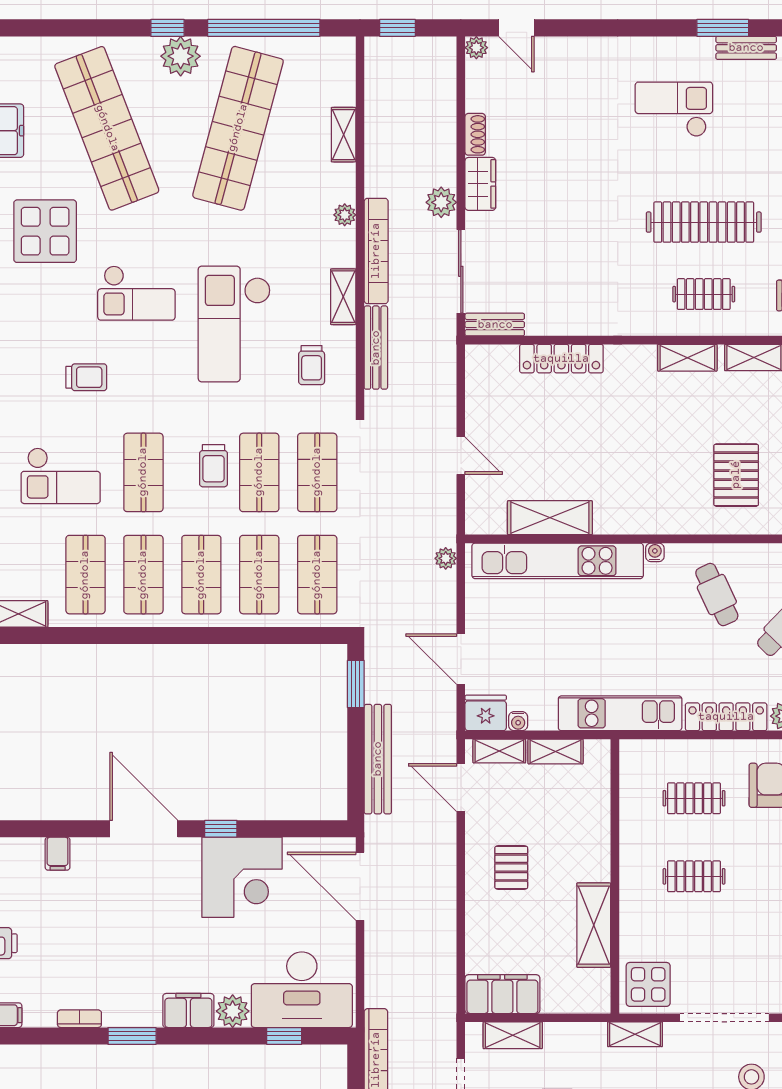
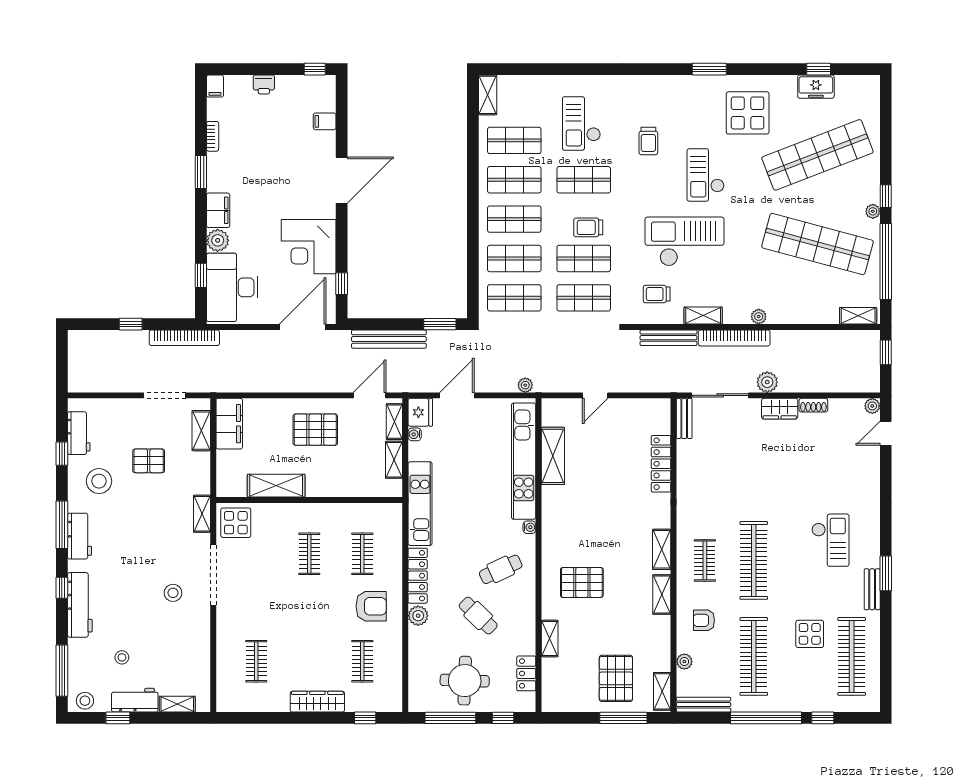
plant: (181, 56) -> (873, 211), width x0.53, depth x0.53
shelving: (344, 135) -> (858, 316), moved
window: (221, 829) -> (342, 284), moved
pallet: (511, 867) -> (315, 430), width x1.50, depth x1.42

